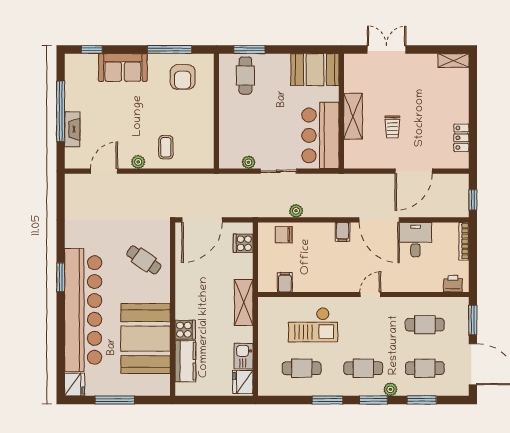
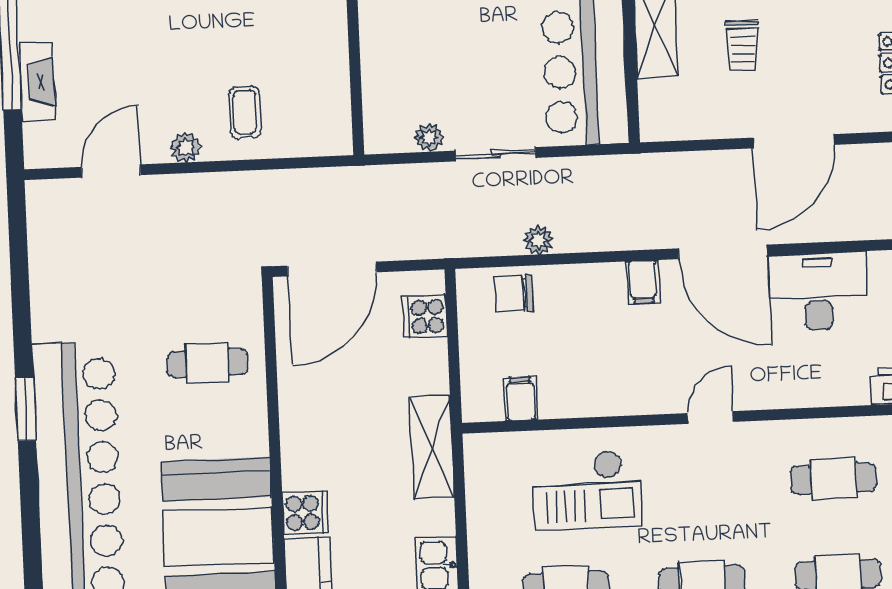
desk: (415, 240) -> (818, 291), width x1.37
cafe table: (144, 260) -> (207, 363), turned -35

